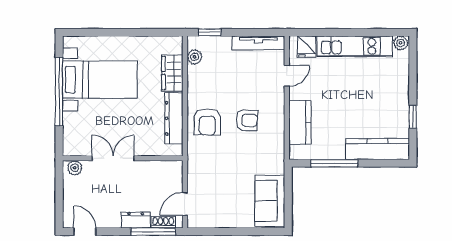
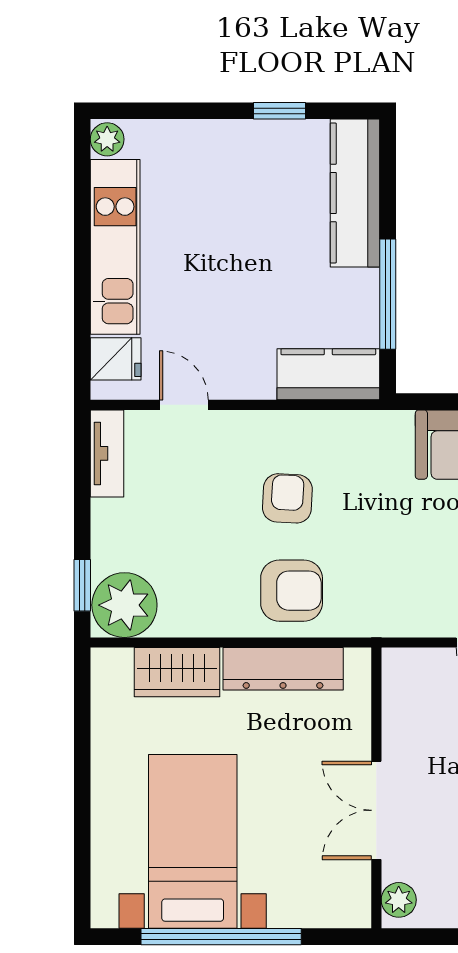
tv unit: (258, 43) -> (107, 453), width x0.71
plant: (195, 57) -> (124, 605), width x1.87, depth x1.87
kitchen counter: (300, 122) -> (328, 374), moved

